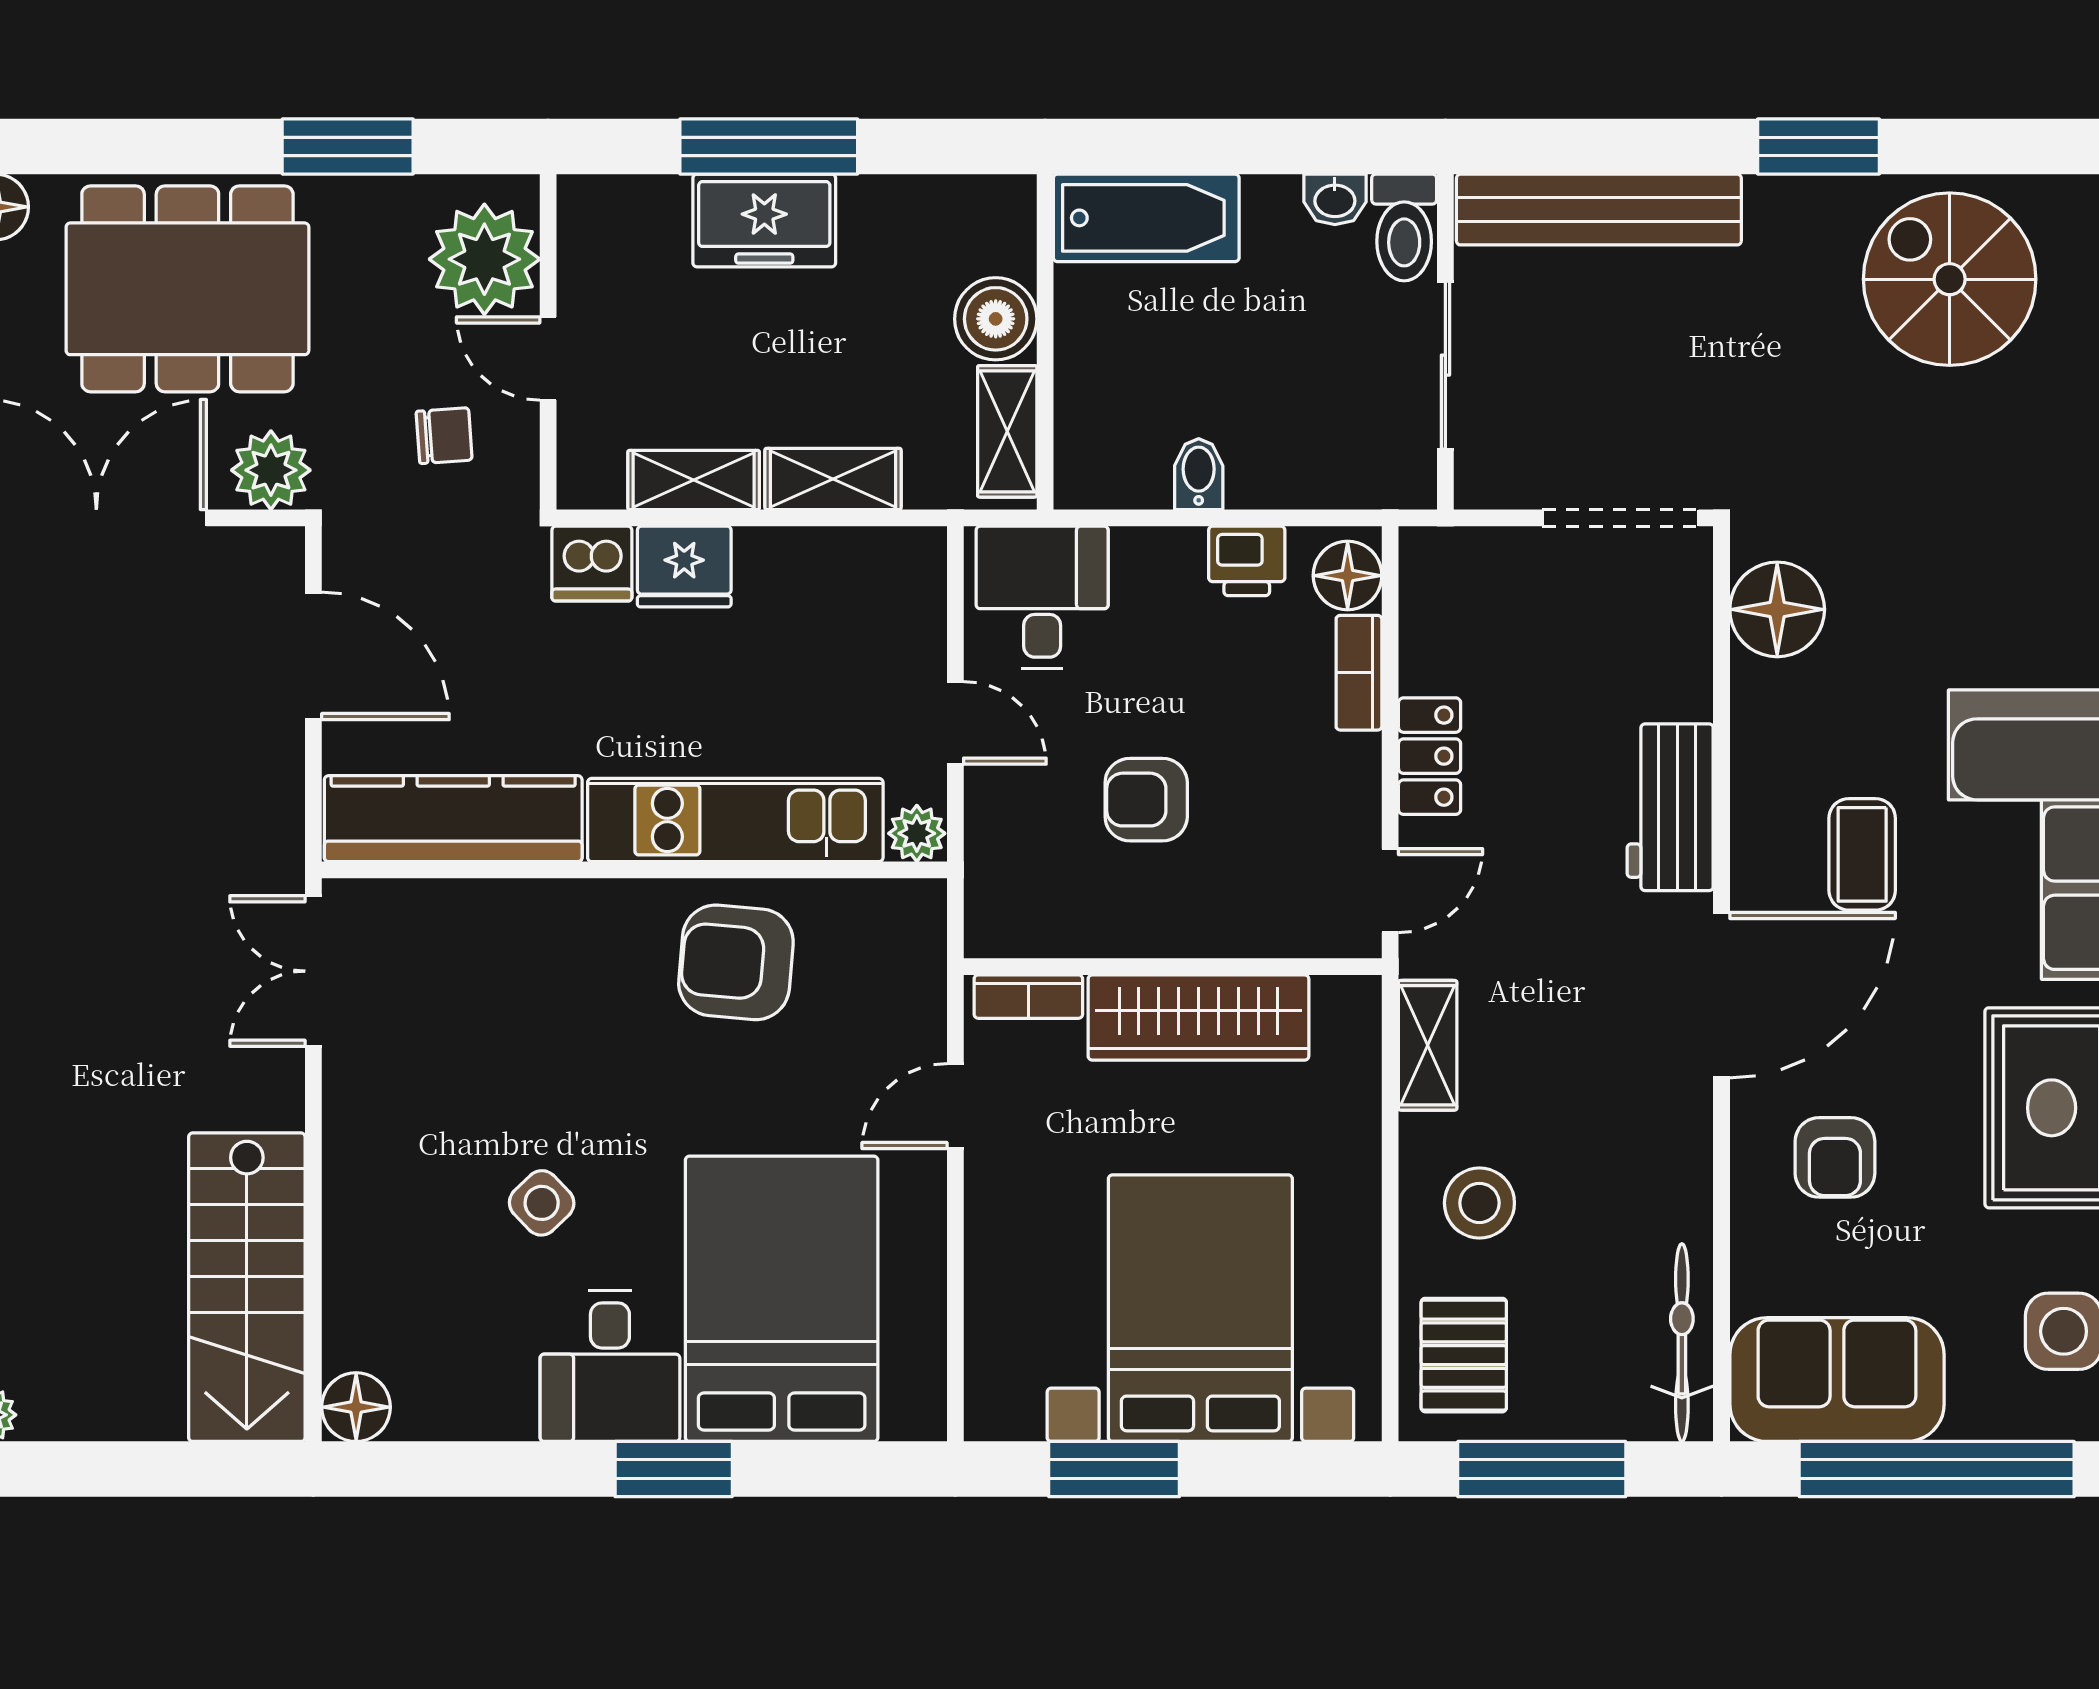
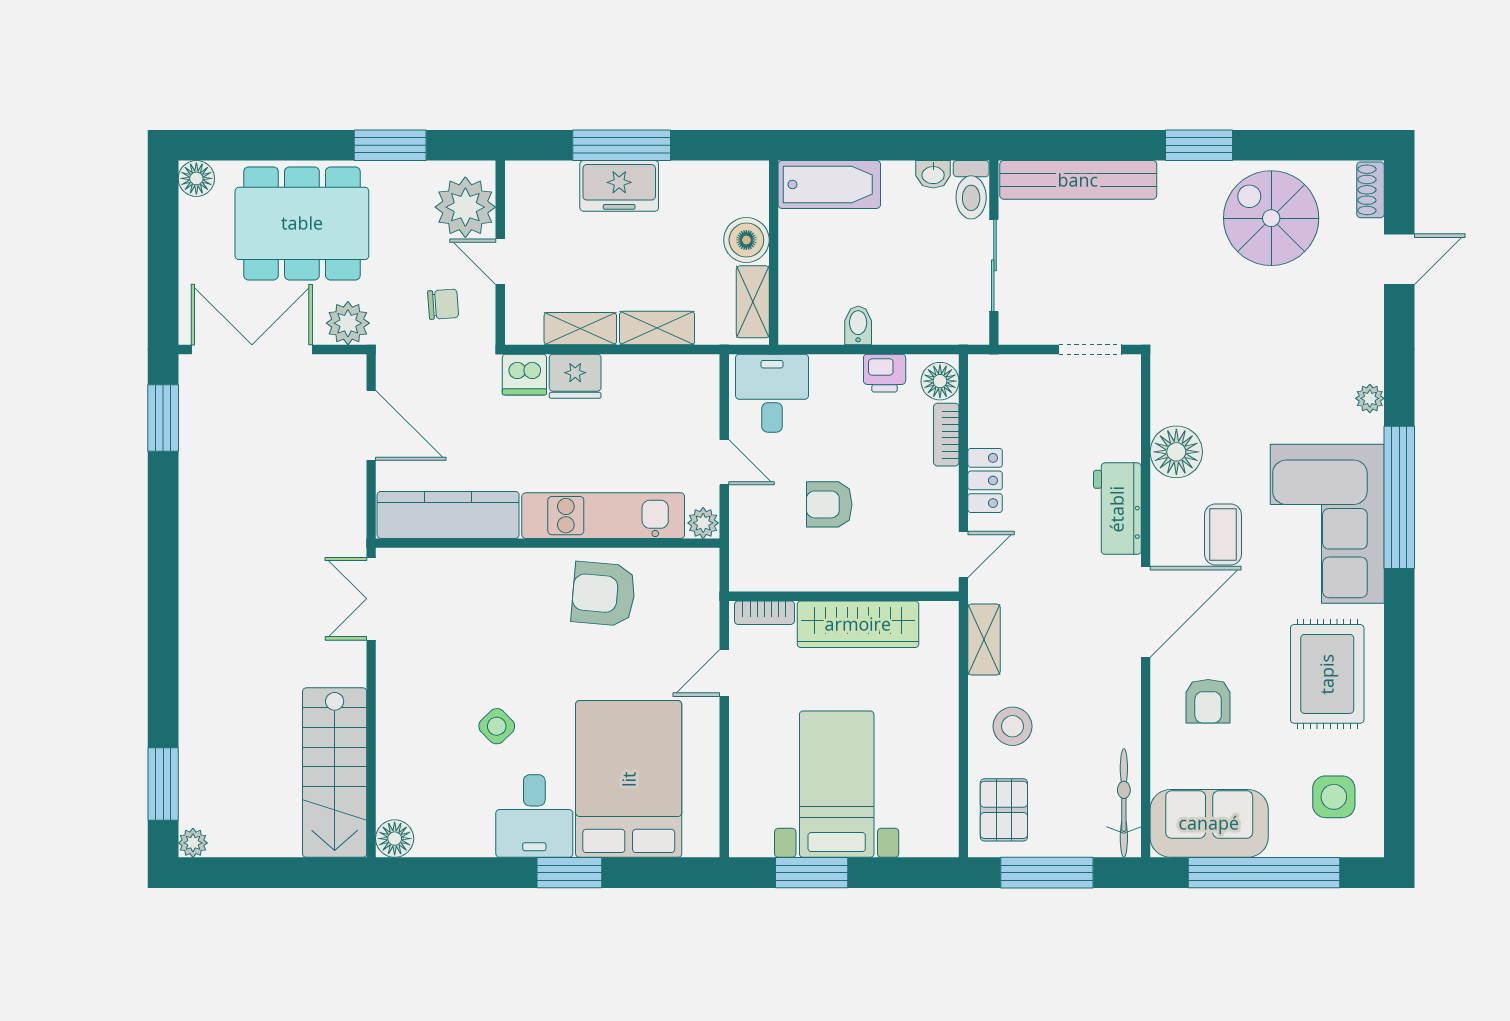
doorway: (1621, 518) -> (1090, 349), width x0.73
floor lamp: (1777, 609) -> (1176, 452), moved
bed with nightstands: (1200, 1308) -> (837, 784), width x0.73

